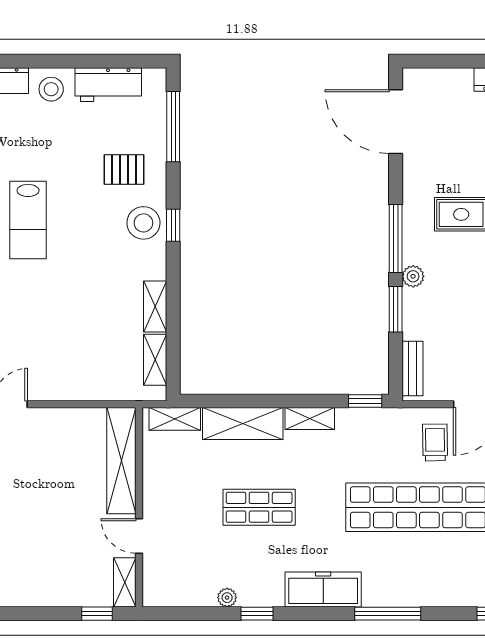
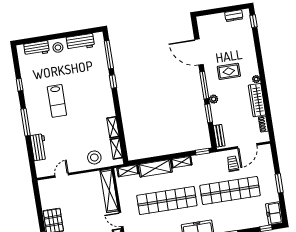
door: (396, 122) -> (199, 52), moved
pallet: (124, 169) -> (92, 75), removed
stool: (143, 223) -> (94, 157), moved
window: (173, 225) -> (113, 82), moved
shop shelf: (259, 507) -> (167, 201), width x2.00, depth x1.36

